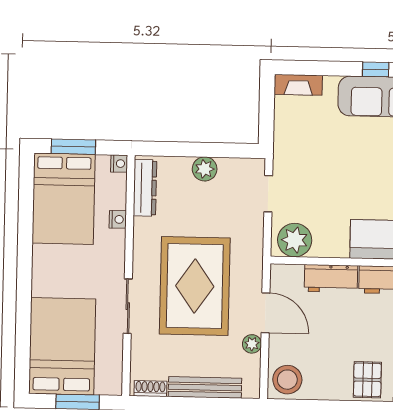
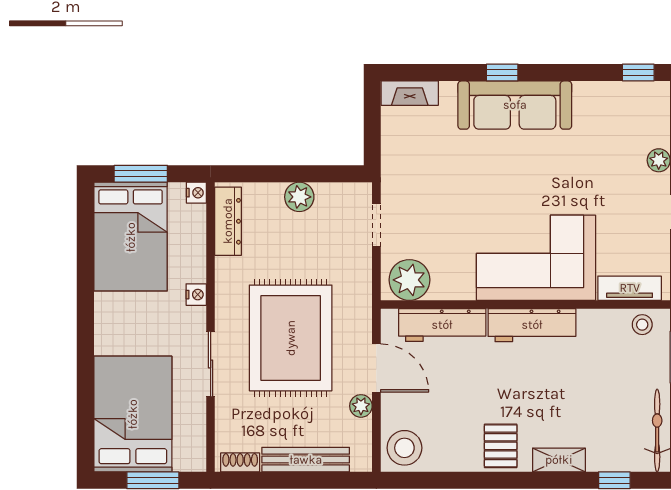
nightstand: (118, 219) -> (196, 295), moved
workbench: (331, 278) -> (442, 325), width x1.37

